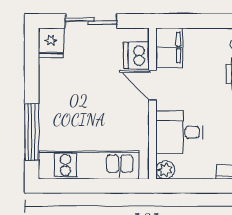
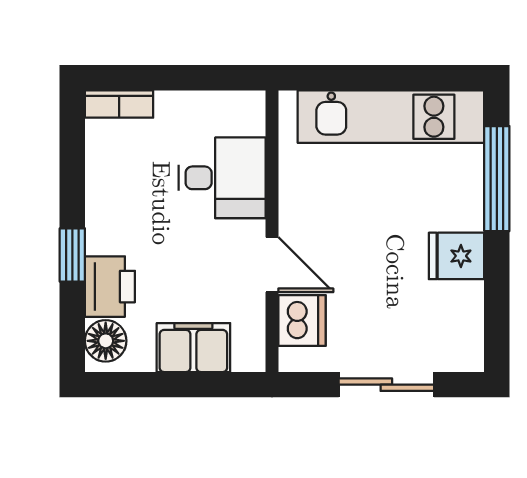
fridge: (51, 43) -> (457, 256), moved, turned -90
filing cabinet: (169, 48) -> (193, 348), moved, turned 90
plant: (165, 170) -> (248, 108), removed

